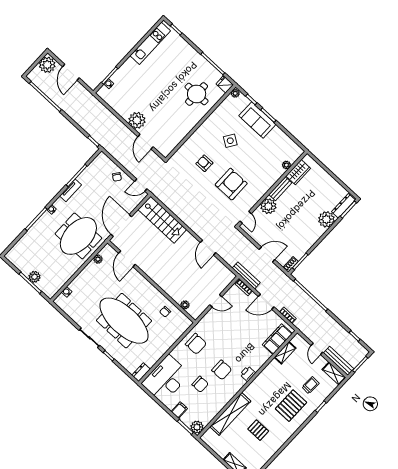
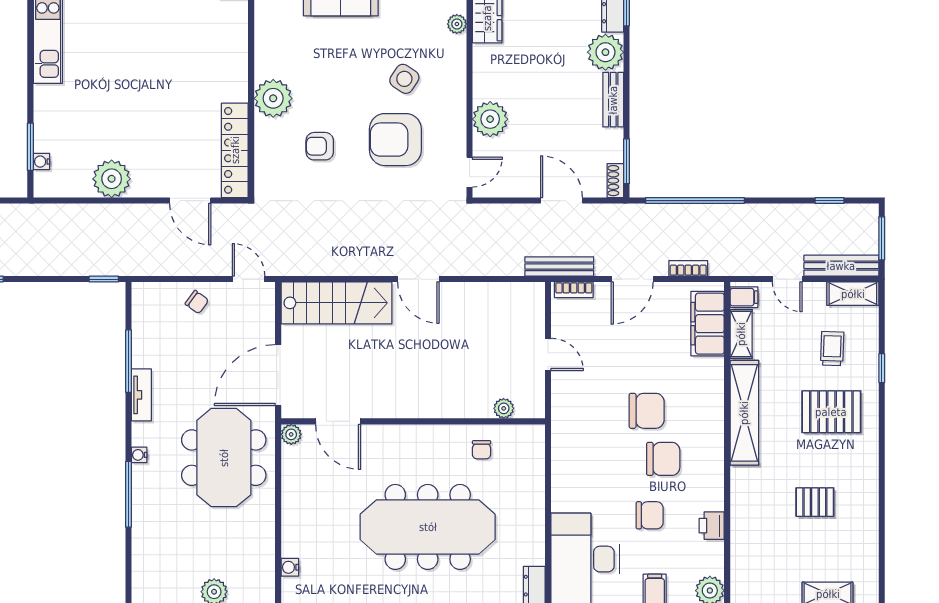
round table: (197, 94) -> (201, 44), removed
plant: (137, 120) -> (112, 179), moved
plant: (204, 133) -> (273, 98), added
locker: (175, 139) -> (235, 150), added
side table: (230, 141) -> (404, 79), moved
armchair: (231, 184) -> (395, 140), turned -90
door: (141, 185) -> (249, 279), swing flipped
bench: (280, 189) -> (613, 100), moved
door: (246, 217) -> (470, 172), hinge flipped
door: (121, 226) -> (278, 375), hinge flipped
door: (208, 248) -> (418, 279), moved
door: (267, 255) -> (561, 201), hinge flipped
plant: (98, 259) -> (291, 434), moved
door: (216, 301) -> (548, 354), hinge flipped
filing cabinet: (297, 342) -> (744, 297), added
chair: (196, 344) -> (647, 411), moved
printer: (248, 374) -> (712, 526), moved
pallet: (291, 406) -> (831, 412), turned 90
shelving: (230, 414) -> (744, 413), moved

